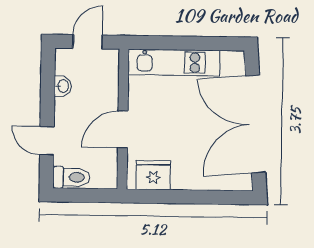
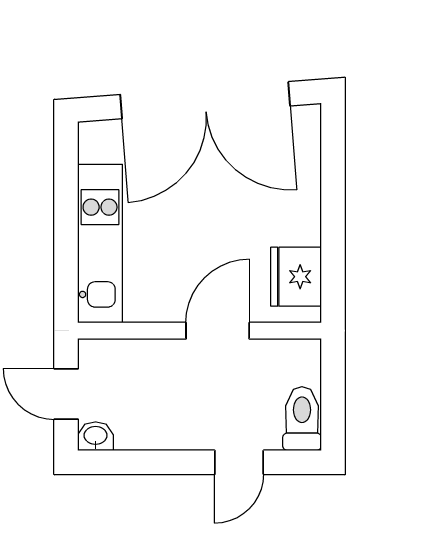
washbasin: (63, 86) -> (96, 436), moved
door: (123, 129) -> (218, 331), swing flipped

